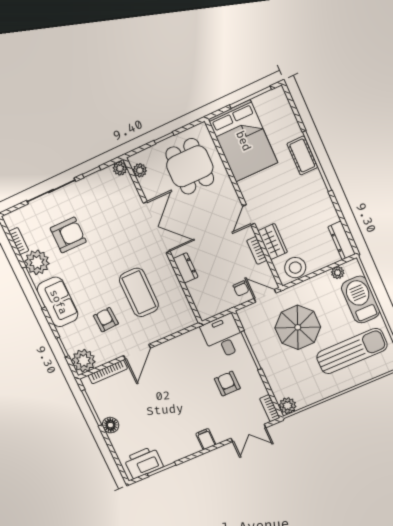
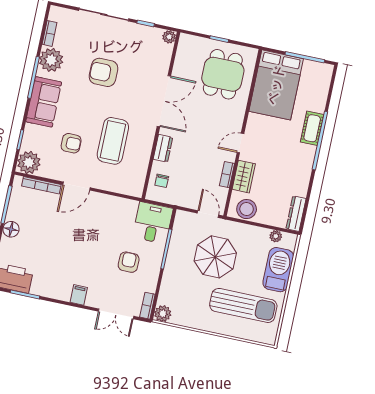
plant: (140, 170) -> (183, 49), removed
armchair: (68, 235) -> (103, 72), moved, turned 180
chair: (241, 288) -> (162, 181), moved
armchair: (106, 320) -> (71, 143), turned 93

